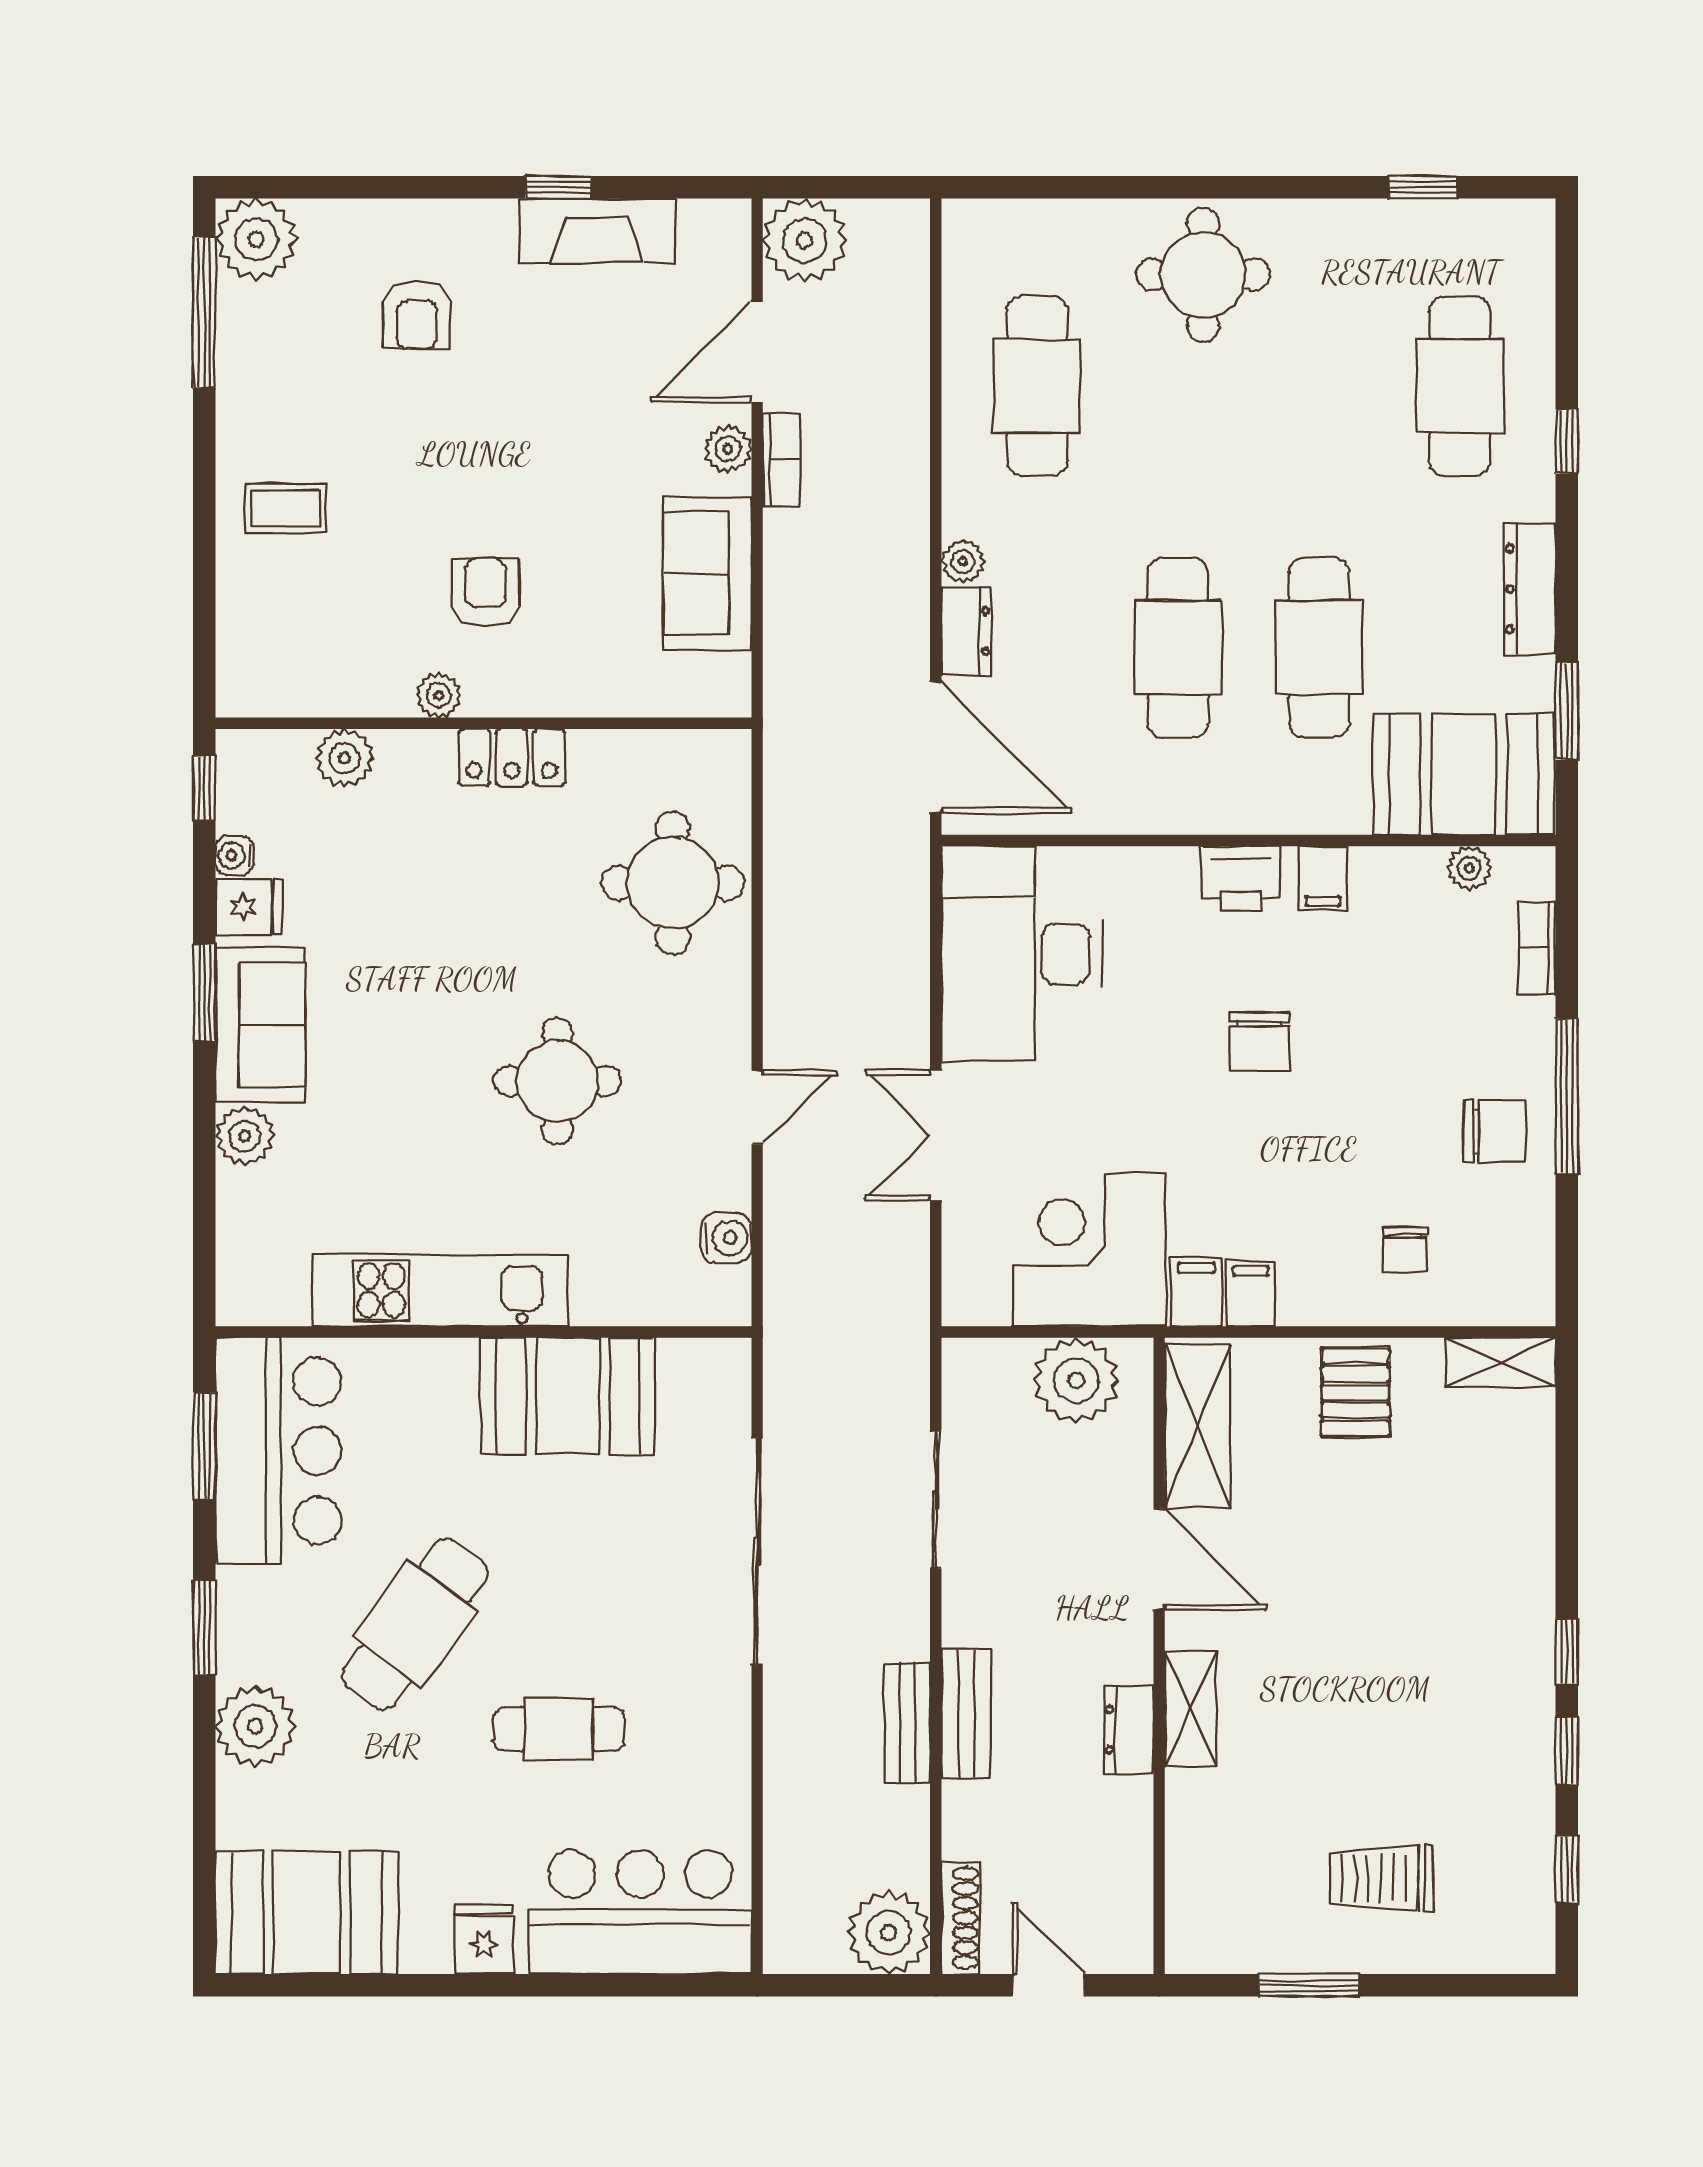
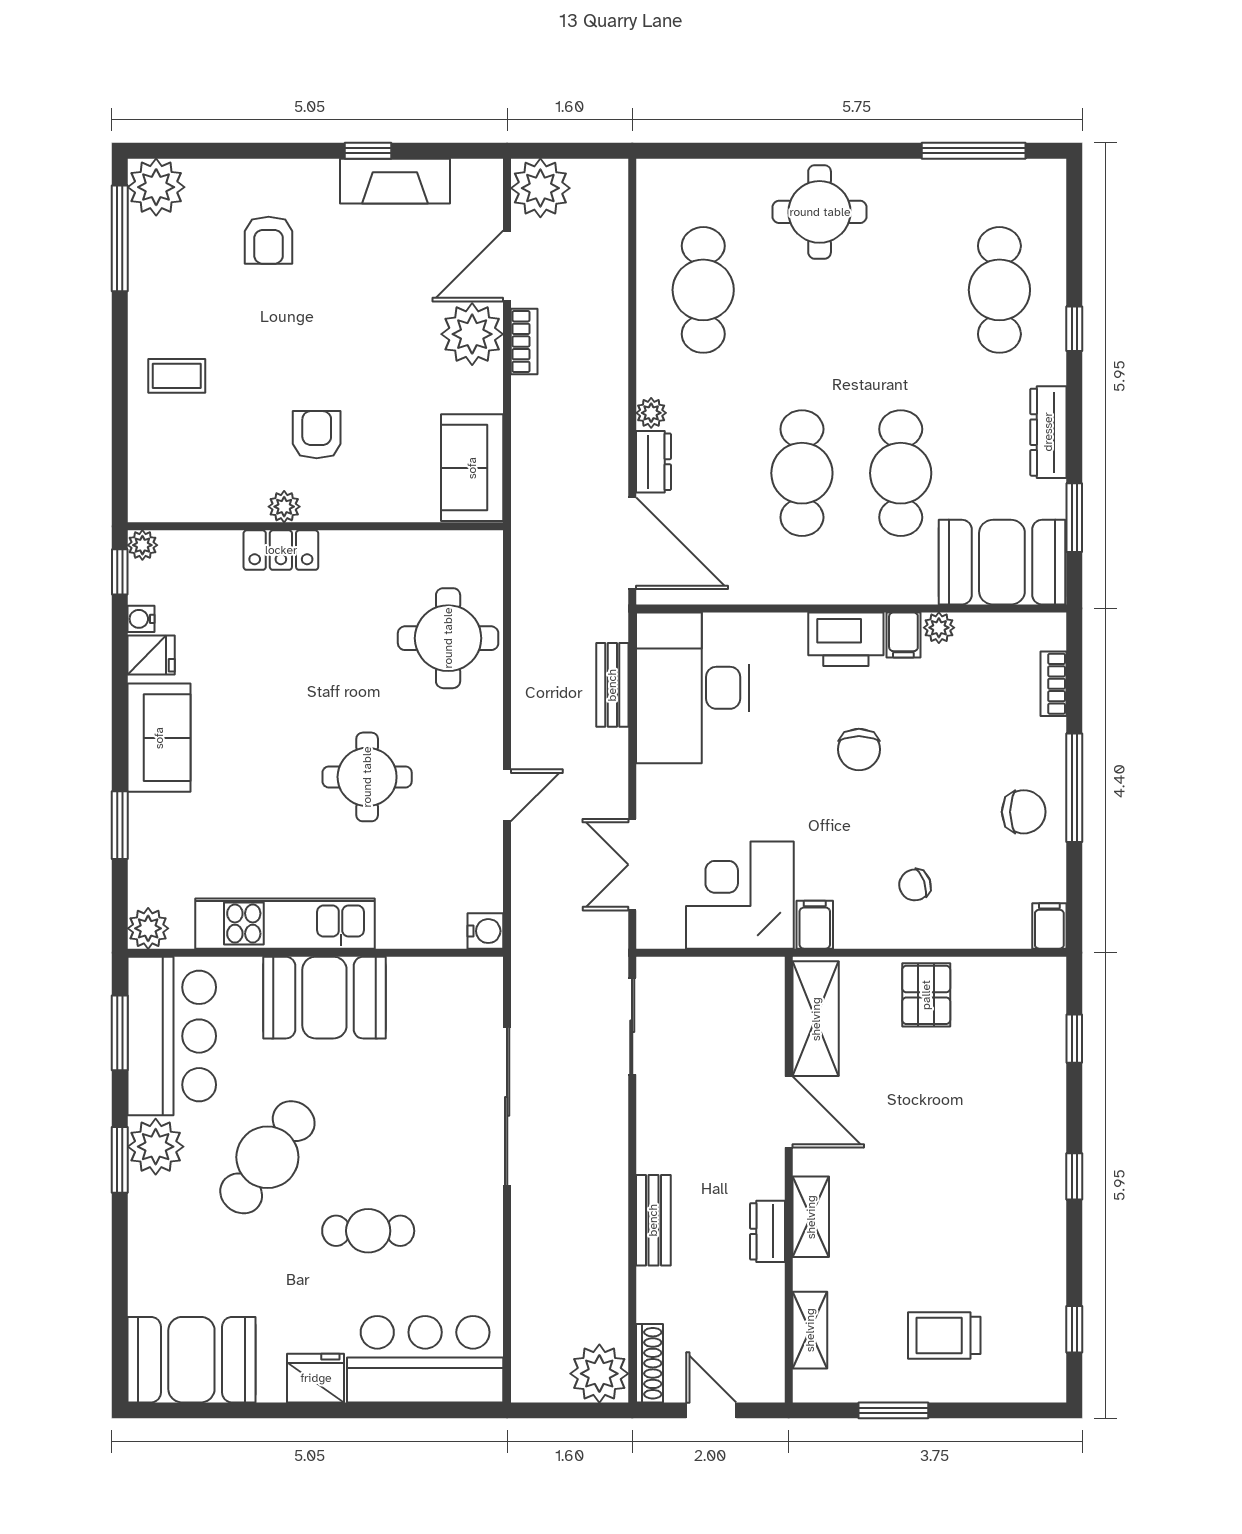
window: (1423, 187) -> (974, 151), width x2.17
plant: (728, 449) -> (472, 334), width x1.87, depth x1.87
sofa: (707, 574) -> (472, 468), moved
locker: (512, 757) -> (281, 550), moved
plant: (344, 758) -> (142, 545), moved, width x0.73, depth x0.73
plant: (1469, 868) -> (939, 628), moved
printer: (1241, 878) -> (846, 639), width x1.37, depth x1.19
window: (204, 993) -> (120, 825), moved
double door: (936, 1135) -> (632, 865), moved
plant: (245, 1136) -> (148, 928), moved
water cooler: (726, 1238) -> (485, 931), moved
chair: (1405, 1249) -> (915, 885), moved, turned 70
filing cabinet: (1251, 1294) -> (1049, 926), moved
shelving: (1501, 1362) -> (810, 1330), moved, turned 90
plant: (1076, 1380) -> (731, 987), removed
booth: (568, 1396) -> (324, 998), moved
sliding door: (936, 1499) -> (632, 1026), moved
bench: (907, 1723) -> (612, 685), moved
plant: (255, 1726) -> (156, 1147), moved
window: (1567, 1751) -> (1074, 1039), moved
fridge: (484, 1939) -> (316, 1378), width x1.38

